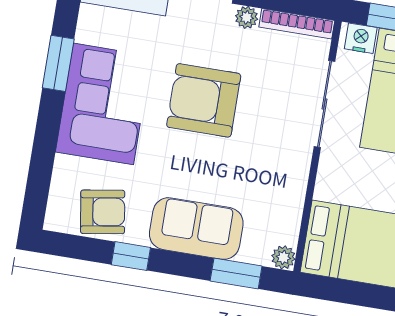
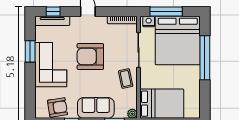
plant: (247, 17) -> (102, 21), removed
coffee table: (281, 169) -> (126, 79), added

